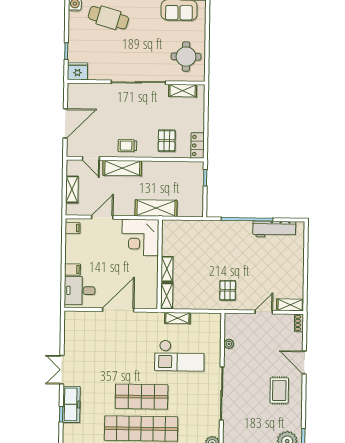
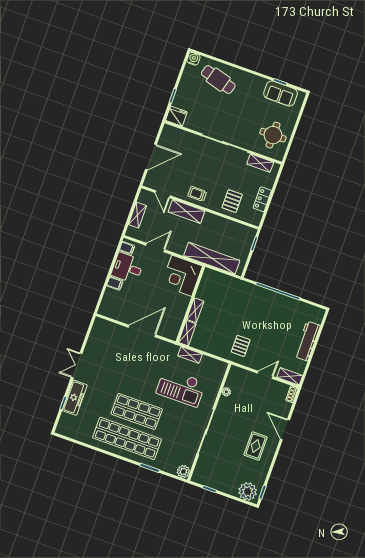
locker: (198, 145) -> (262, 199), moved
shelving: (156, 208) -> (212, 258), width x1.47
workbench: (274, 229) -> (307, 341), moved, turned 90
desk: (80, 291) -> (127, 268), moved

